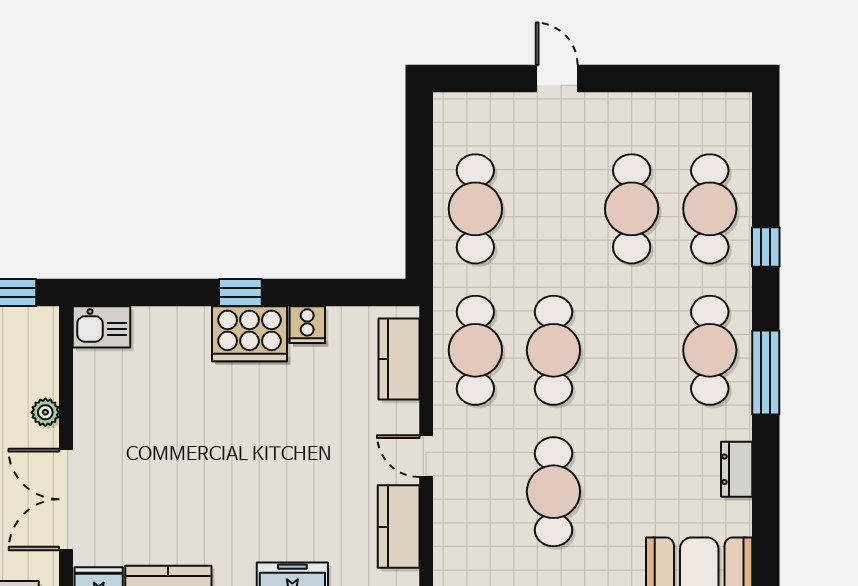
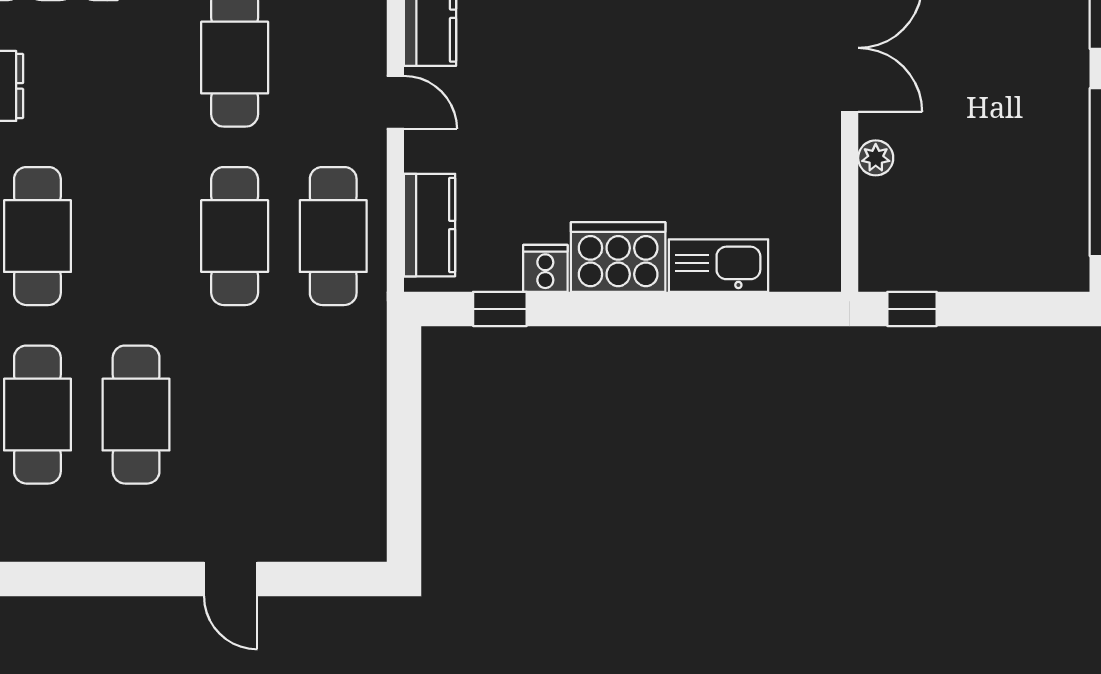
cafe table: (475, 209) -> (333, 415), removed
window: (240, 293) -> (500, 309), moved
kitchen sink: (101, 327) -> (719, 266), moved, width x1.38

